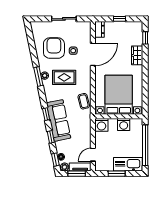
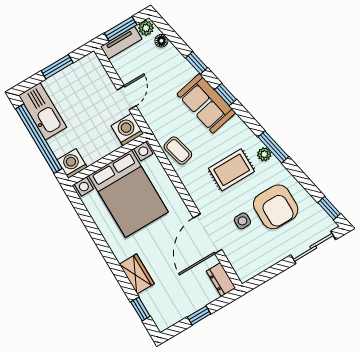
sliding door: (64, 19) -> (313, 247), moved
sofa: (59, 120) -> (206, 103), width x0.73
washing machine: (124, 124) -> (72, 164), moved
door: (93, 155) -> (127, 98), moved
window: (55, 160) -> (329, 208), moved
kitchen sink: (128, 164) -> (43, 111), moved, turned -90

